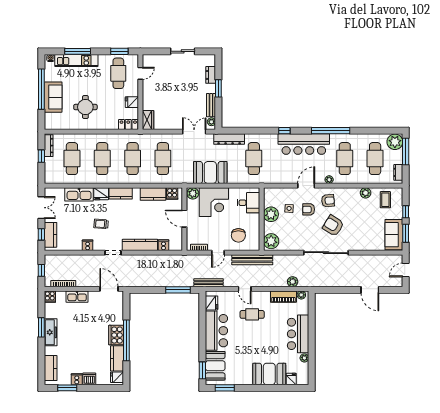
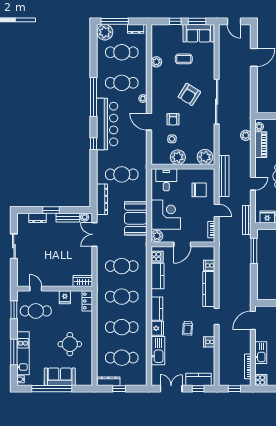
coffee table: (385, 200) -> (184, 59), moved
armchair: (328, 201) -> (164, 100), removed

